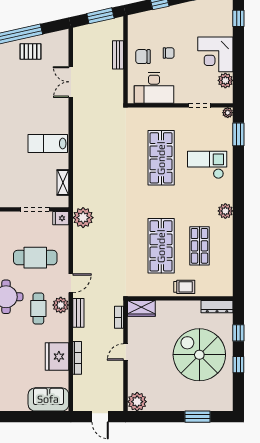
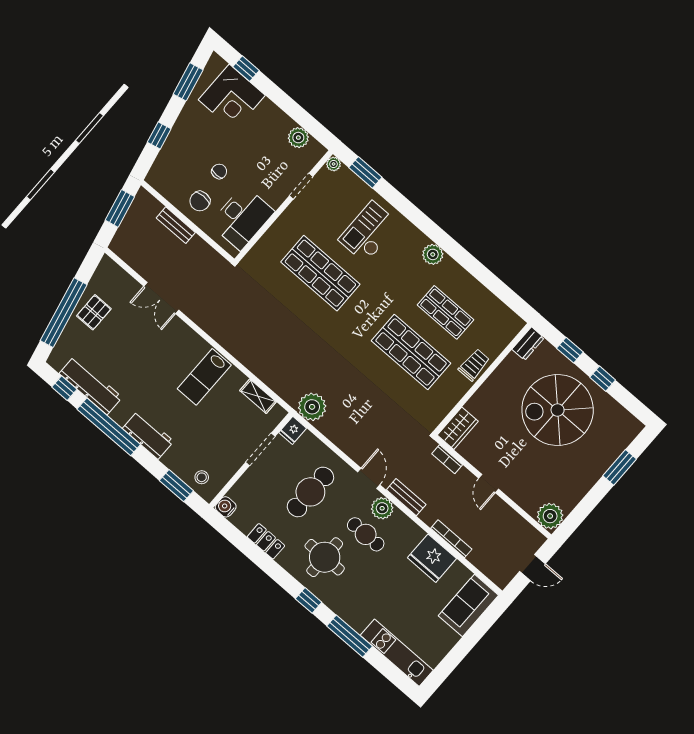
corner desk: (215, 54) -> (232, 98), moved
dresser: (217, 307) -> (528, 344), width x0.70

